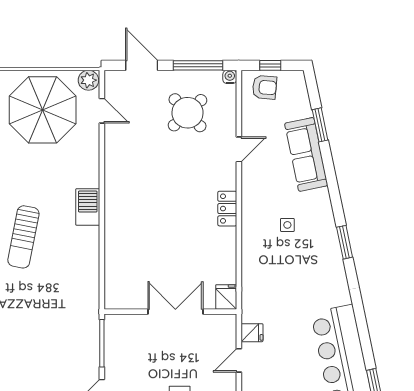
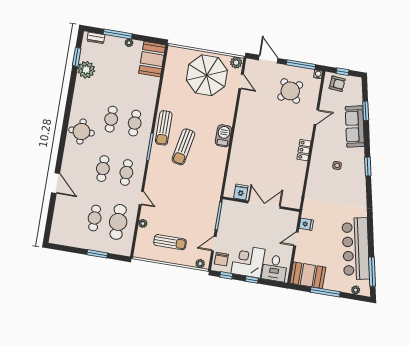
window: (345, 242) -> (368, 167), moved
fridge: (226, 297) -> (241, 192), moved

